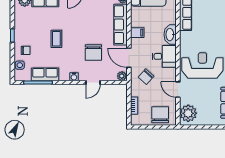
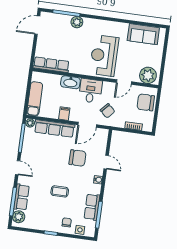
plant: (122, 76) -> (104, 134), removed

